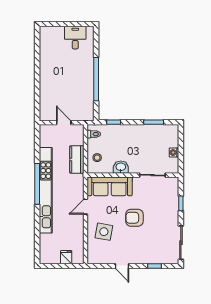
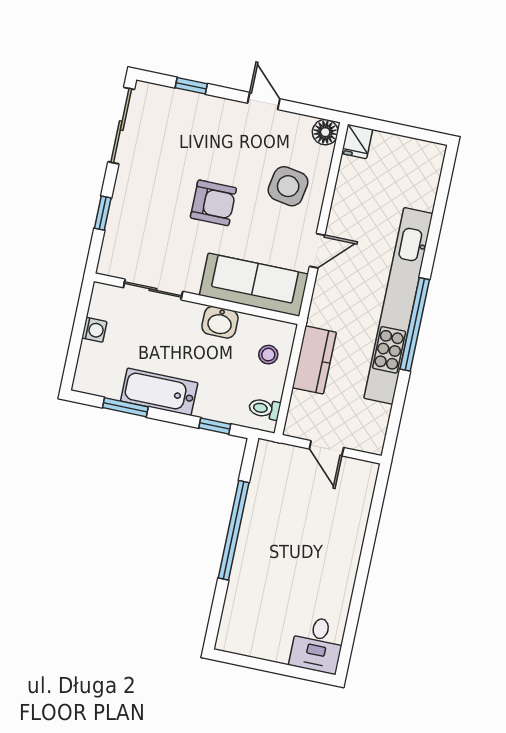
desk: (75, 38) -> (317, 645), moved
bathtub: (141, 132) -> (159, 392), added
fridge: (66, 257) -> (357, 141), moved
floor lamp: (93, 258) -> (325, 132), added

